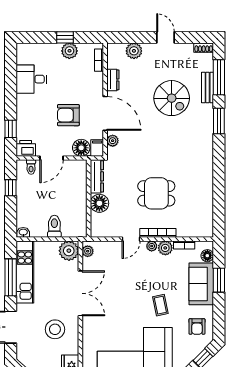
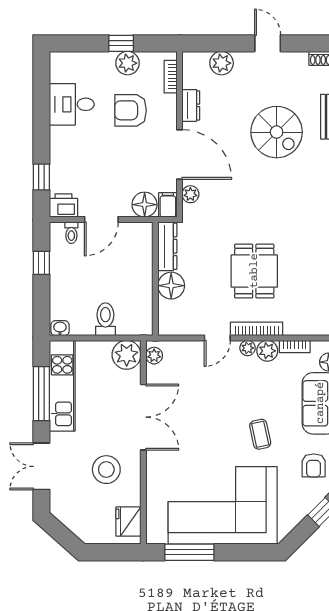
armchair: (68, 115) -> (131, 110), moved
dining table: (156, 193) -> (254, 271), turned 90

